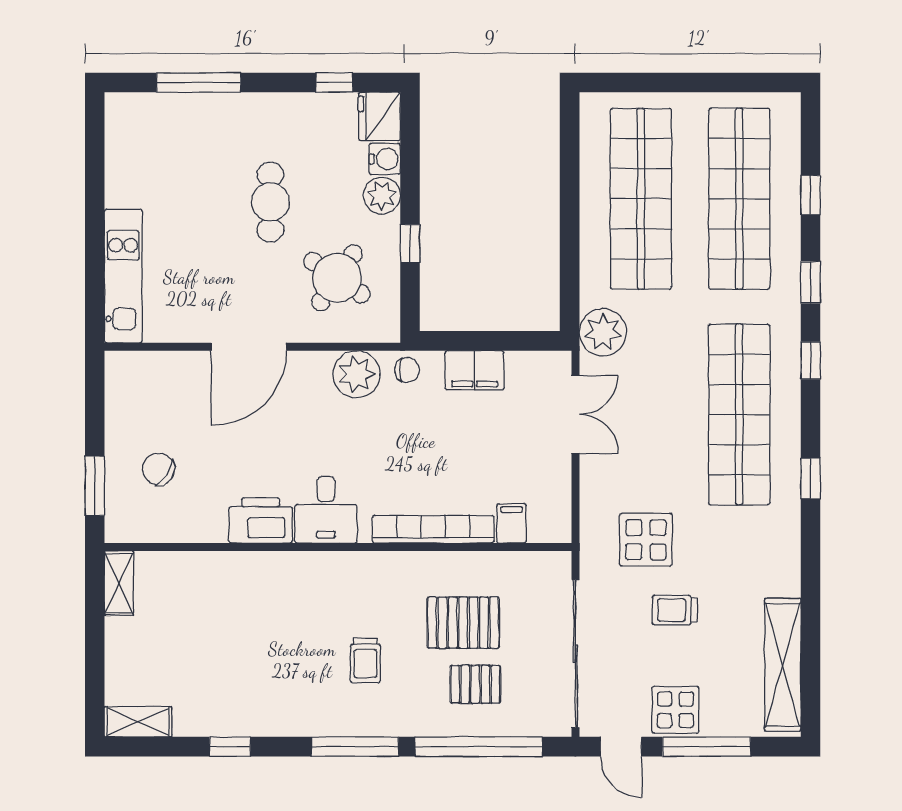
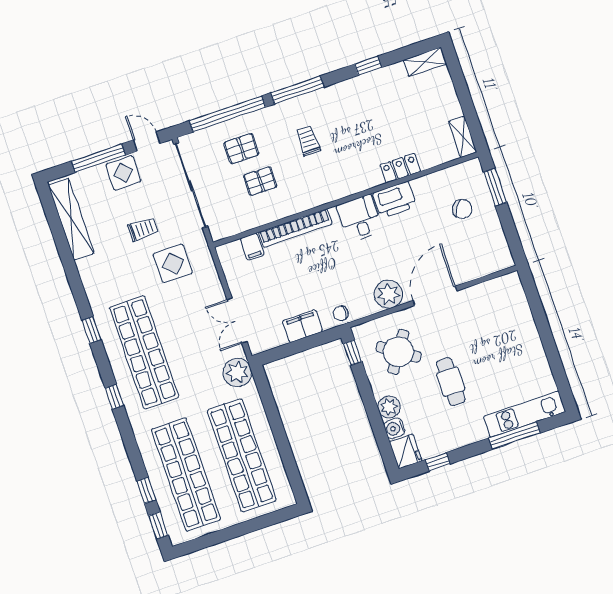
window: (410, 244) -> (353, 353), moved
kitchen unit: (123, 276) -> (524, 414), moved, turned 90
window: (811, 282) -> (158, 525), moved
plant: (356, 374) -> (388, 294), moved
locker: (234, 567) -> (400, 168), added
pallet: (463, 623) -> (260, 181), width x0.67, depth x0.71

